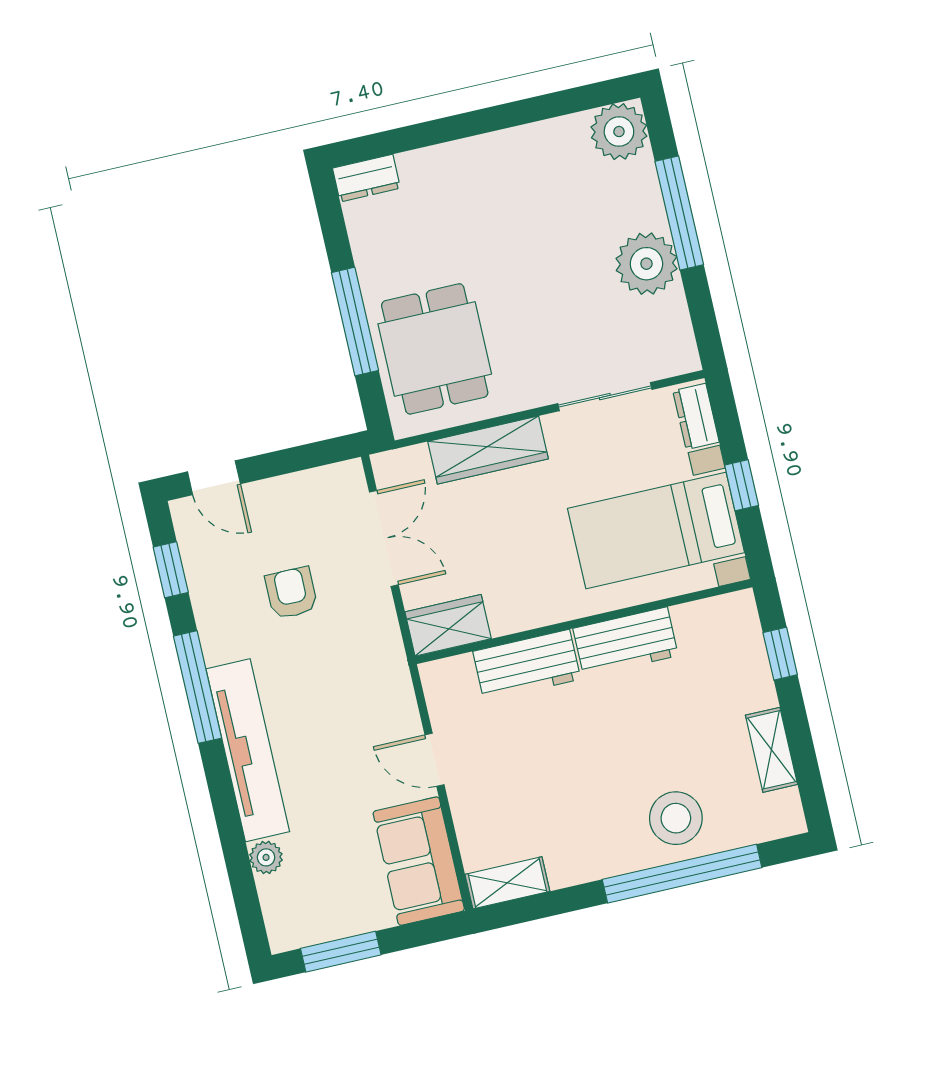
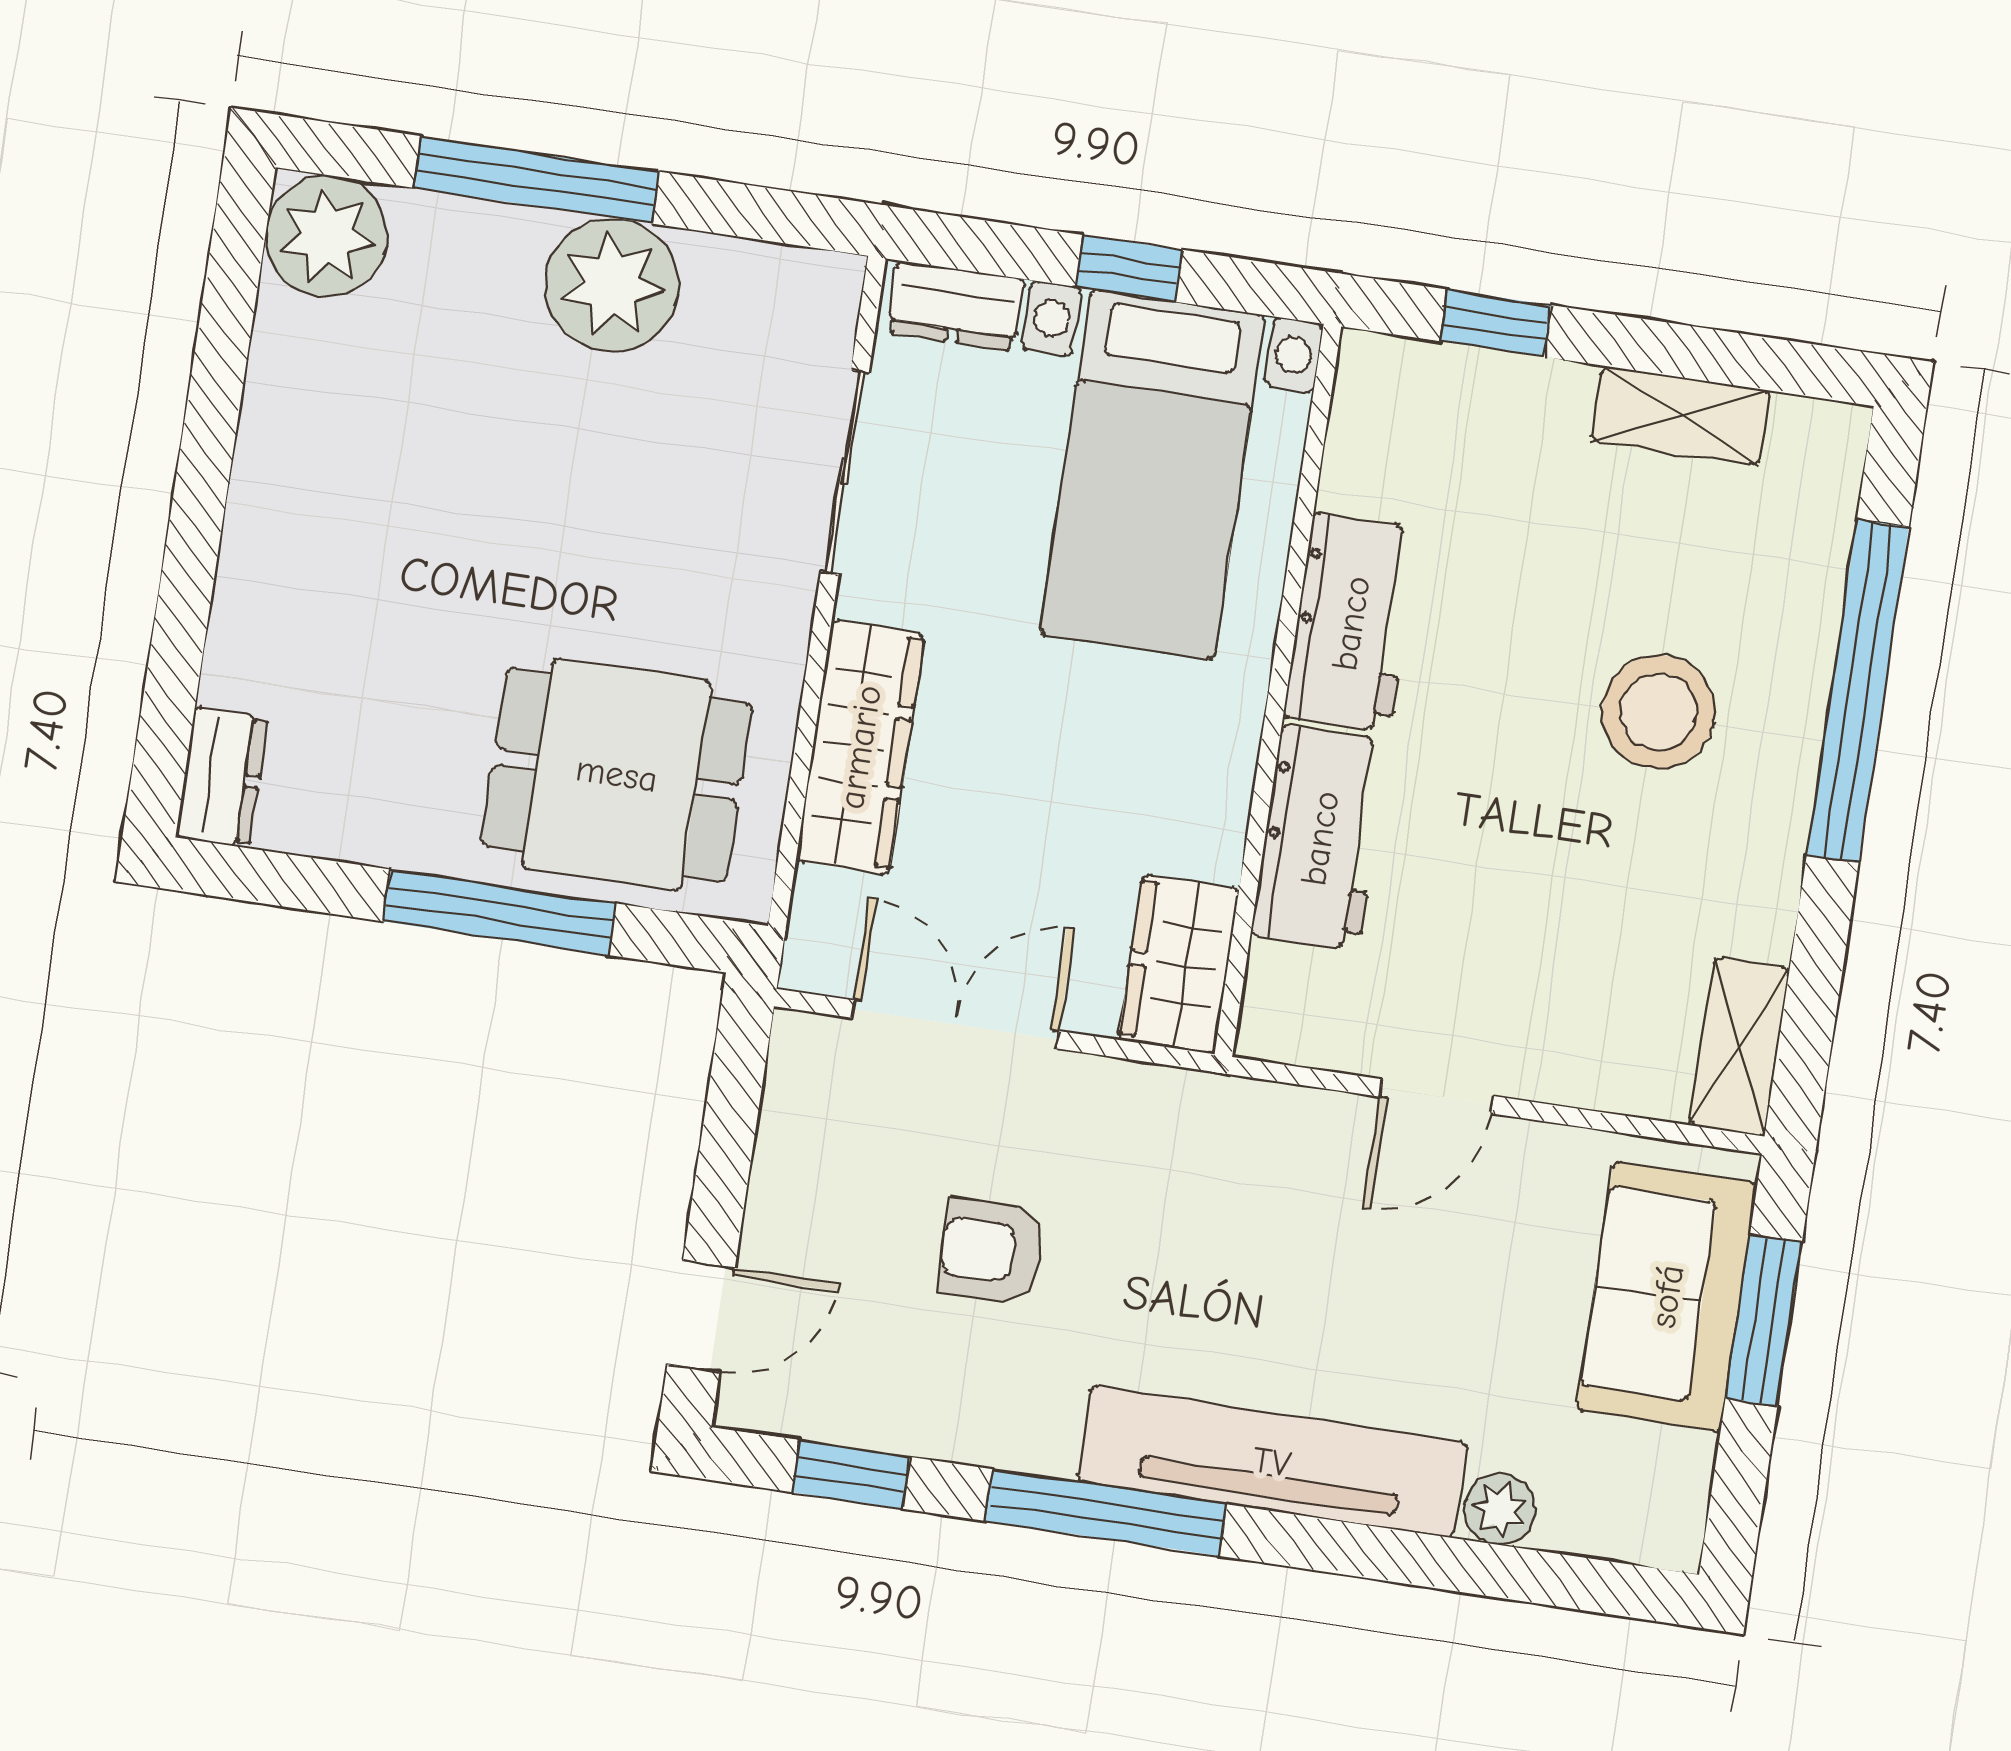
stool: (676, 818) -> (1658, 712), moved
sofa: (419, 861) -> (1667, 1296), moved, turned 90
window: (341, 952) -> (1764, 1321), moved

